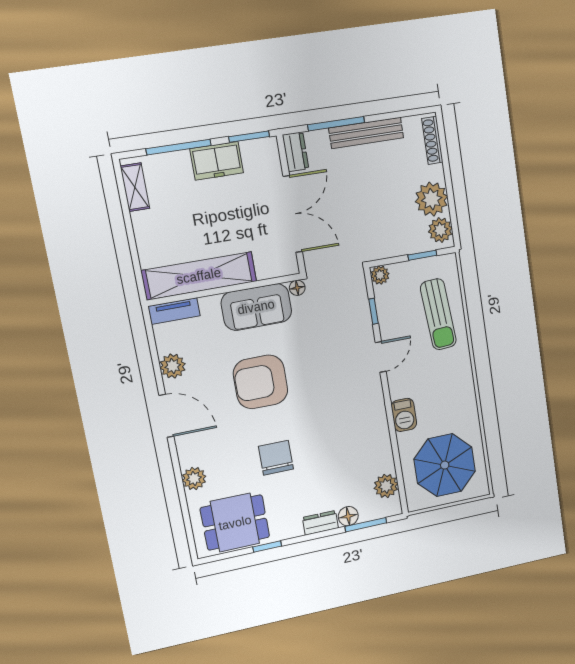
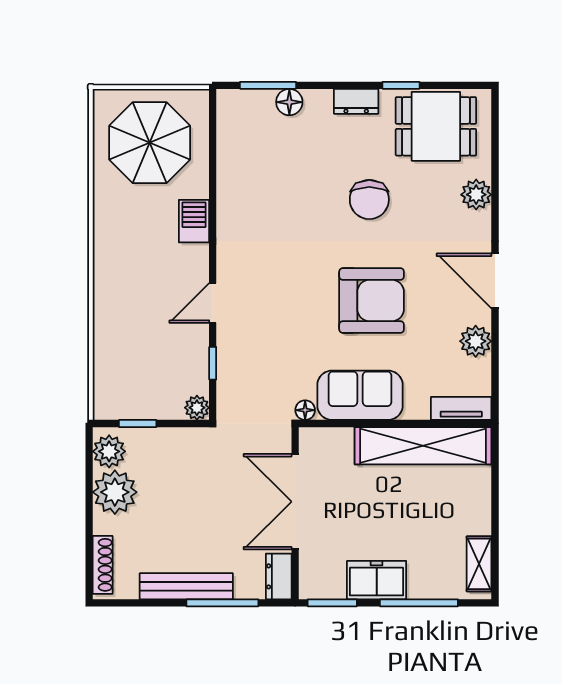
sun lounger: (438, 314) -> (128, 344), removed
plant: (386, 486) -> (233, 132), removed
dresser: (320, 523) -> (356, 101), moved

